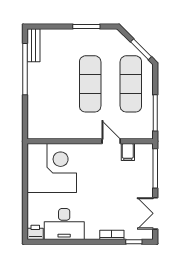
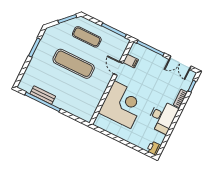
bench: (33, 45) -> (43, 95), moved
exercise mat: (131, 84) -> (87, 37), width x0.73, depth x0.69
door: (111, 141) -> (118, 69), hinge flipped
corner desk: (52, 168) -> (122, 105), moved, turned 90
desk: (64, 224) -> (162, 117), moved

